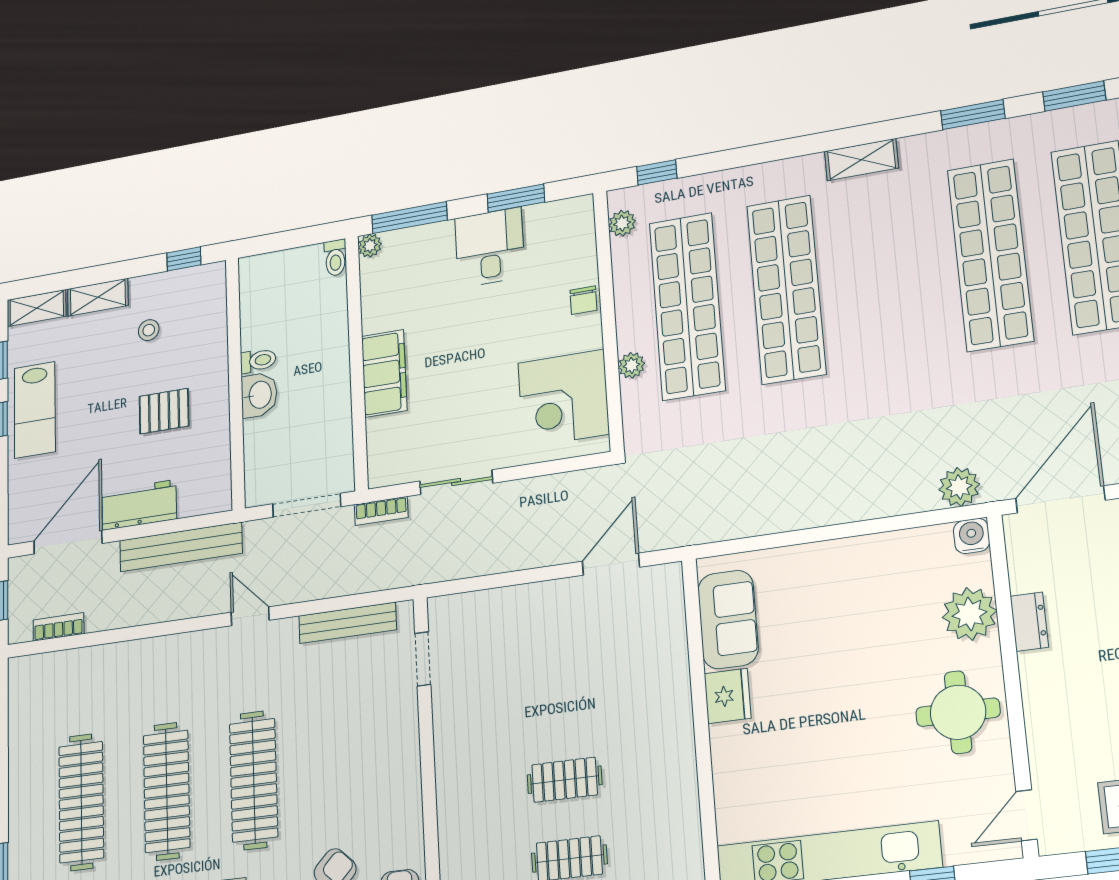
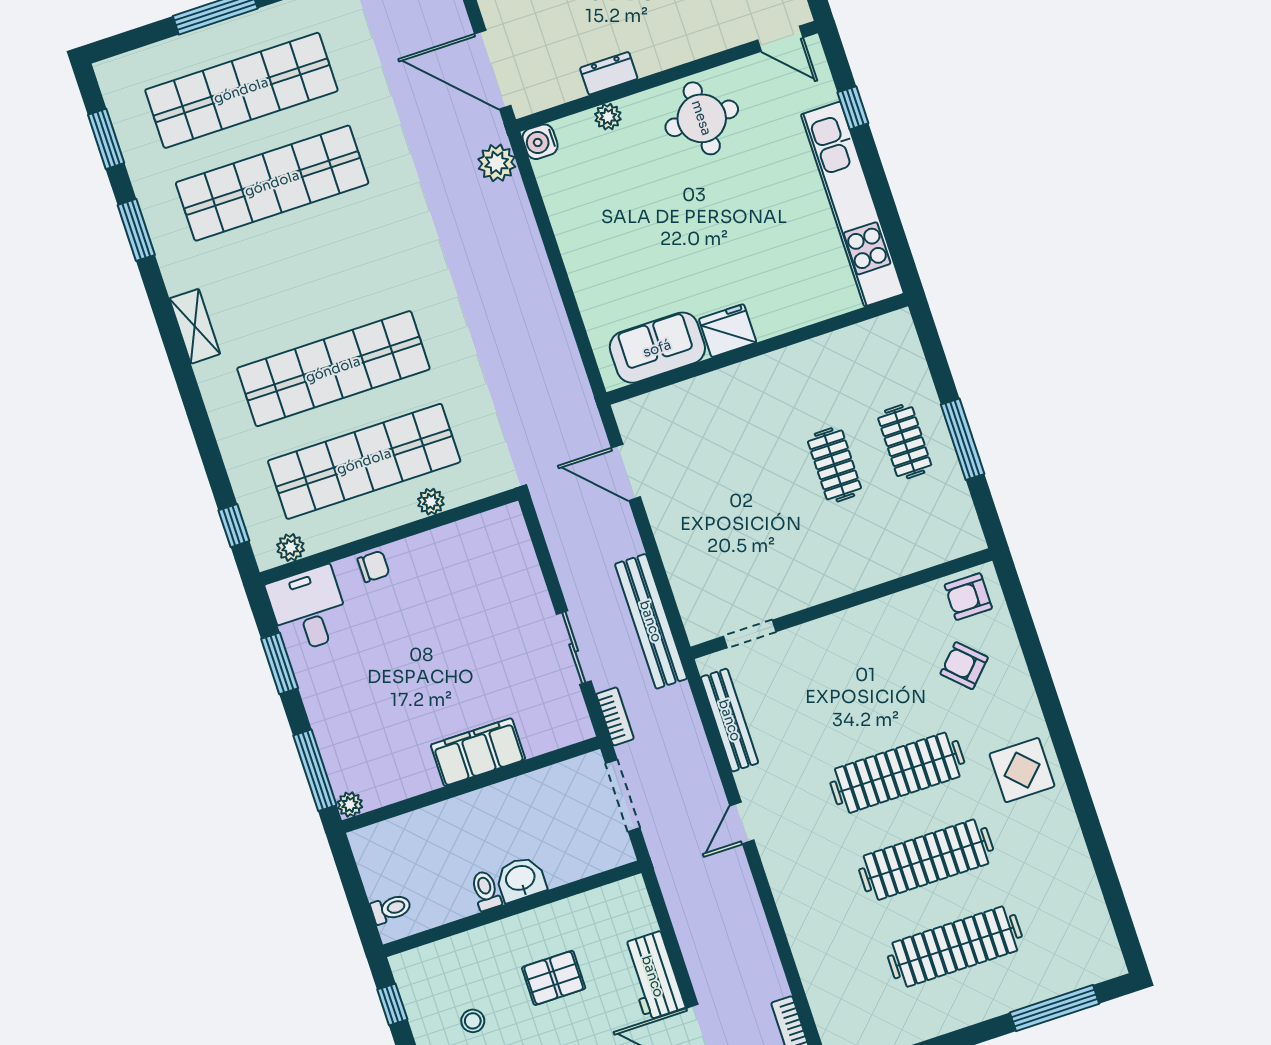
desk: (490, 247) -> (309, 609), moved, turned 90
toilet: (335, 258) -> (391, 909), moved
corner desk: (563, 398) -> (474, 561), removed
pallet: (164, 411) -> (554, 978), turned 90
bench: (181, 547) -> (651, 621), moved
plant: (970, 614) -> (608, 117), width x0.53, depth x0.53

